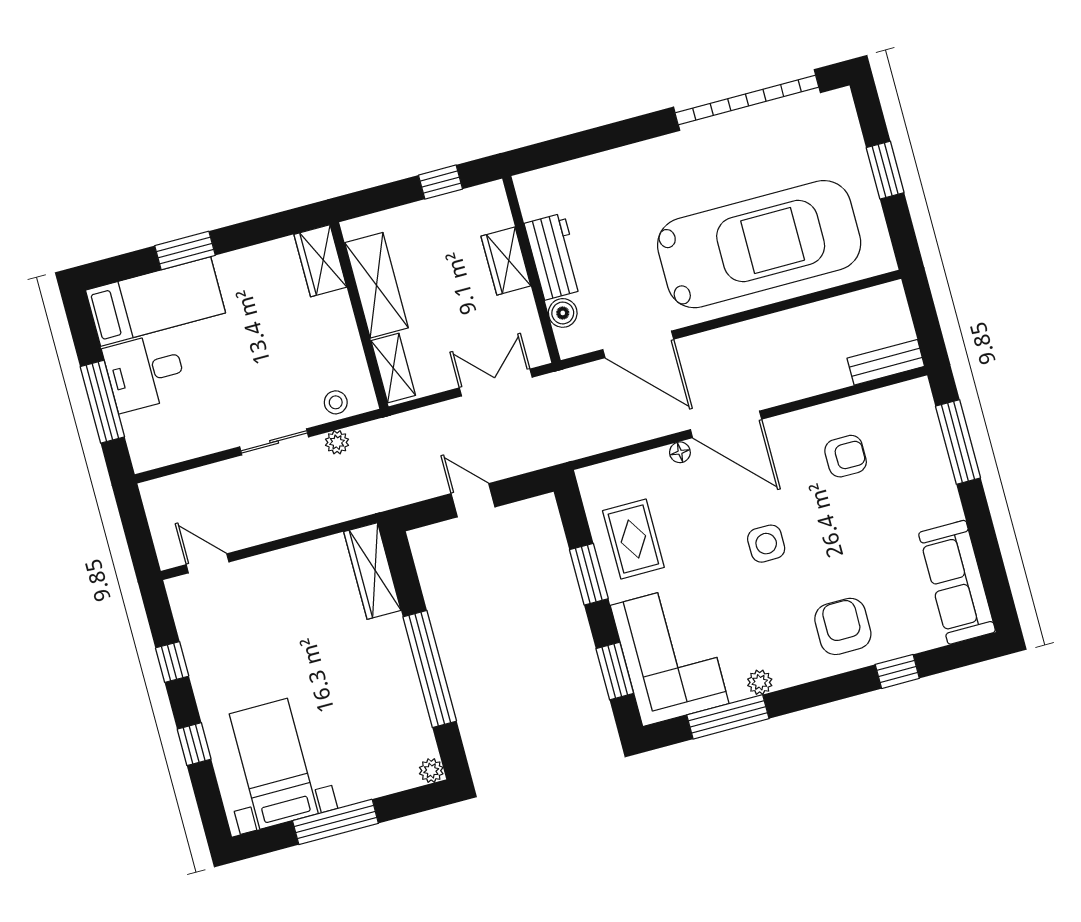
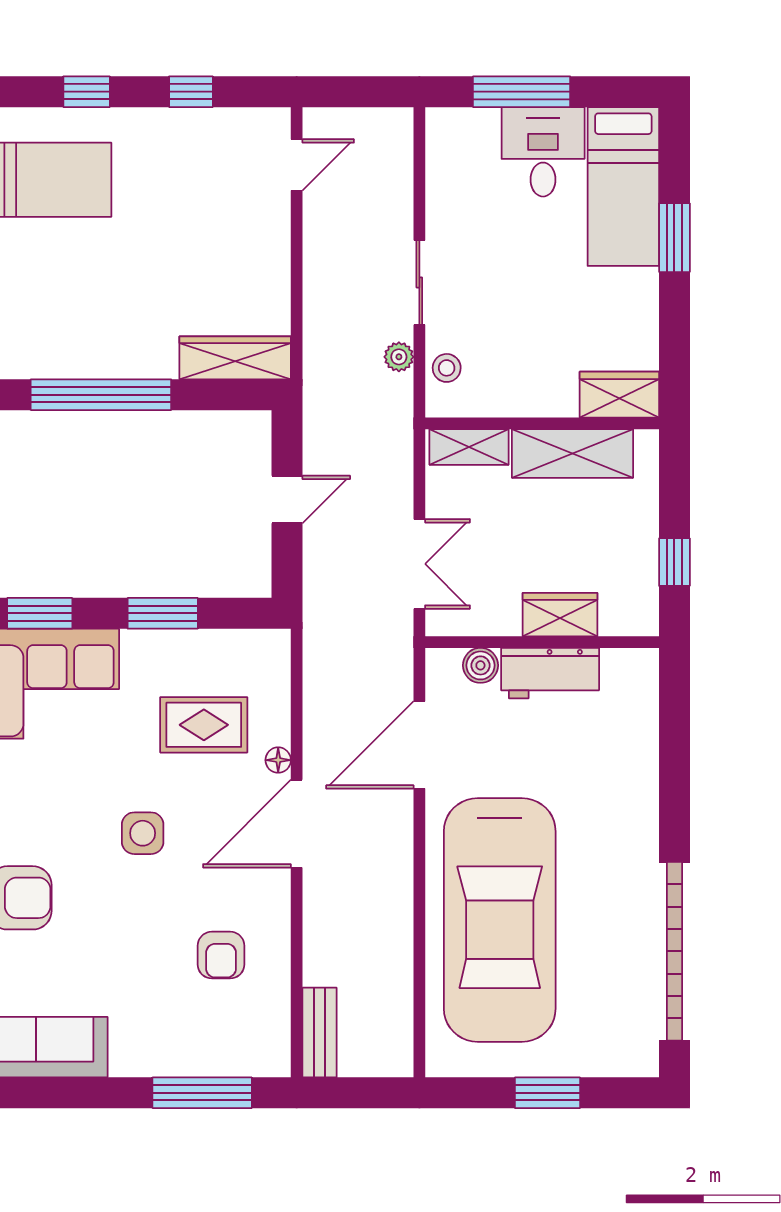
rug: (633, 539) -> (204, 725), moved

